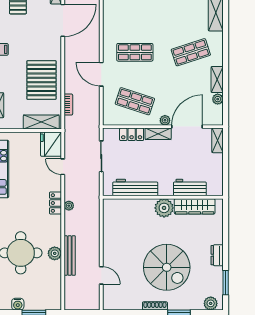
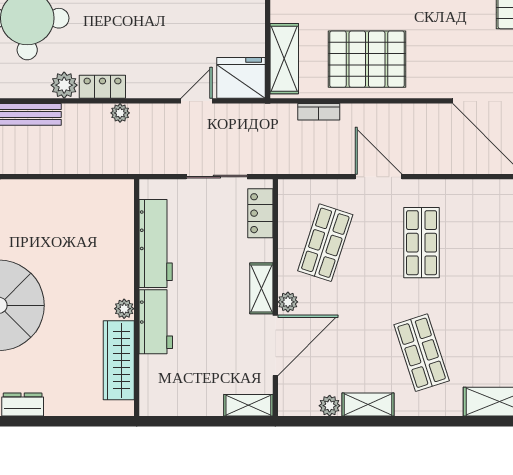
door: (101, 74) -> (379, 177), hinge flipped
door: (187, 127) -> (275, 345), hinge flipped
locker: (132, 134) -> (260, 213), moved
workbench: (190, 188) -> (156, 322), moved
locker: (56, 203) -> (102, 87), moved
plant: (164, 208) -> (124, 309), width x0.53, depth x0.53
plant: (55, 253) -> (64, 85), moved

